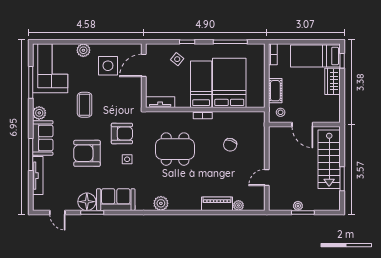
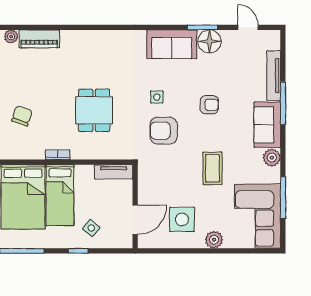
dining table: (175, 149) -> (94, 110), width x0.73
armchair: (87, 153) -> (209, 105), width x0.53, depth x0.53
plant: (161, 203) -> (113, 39), removed

